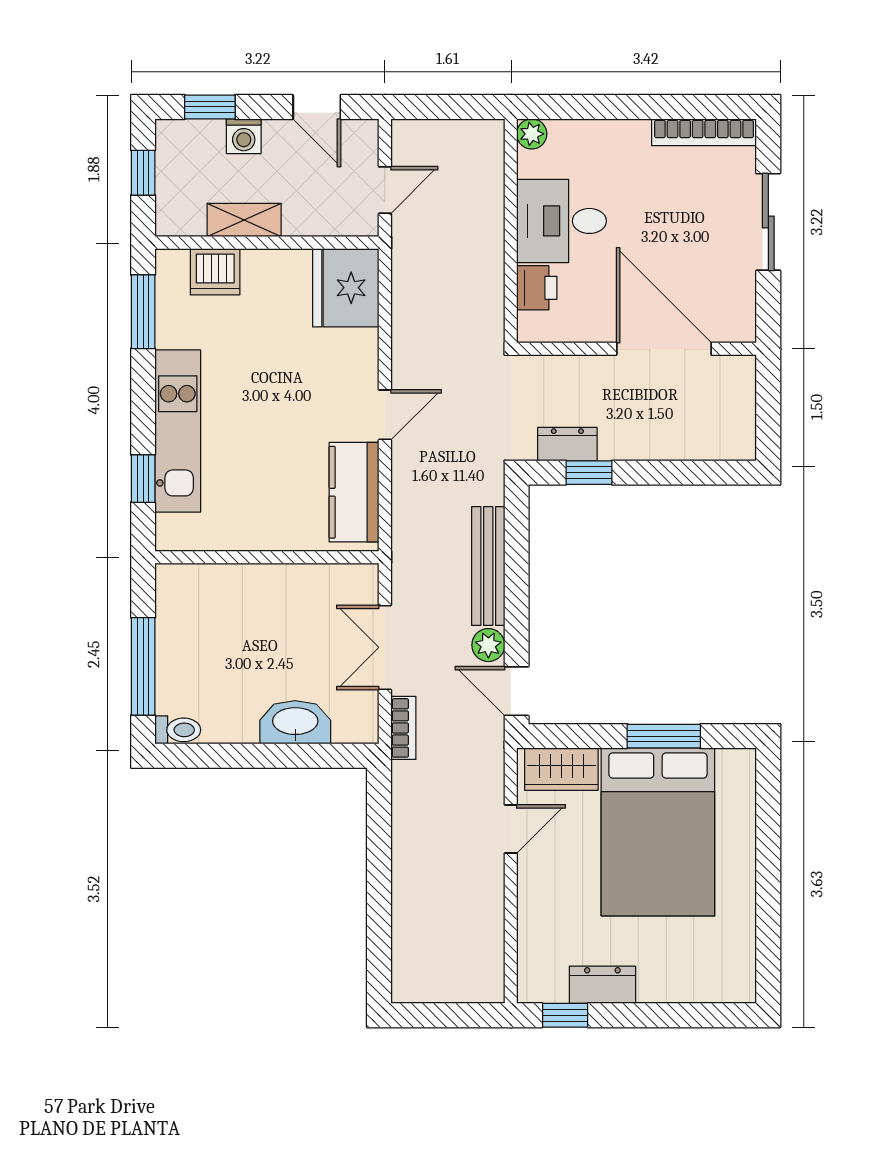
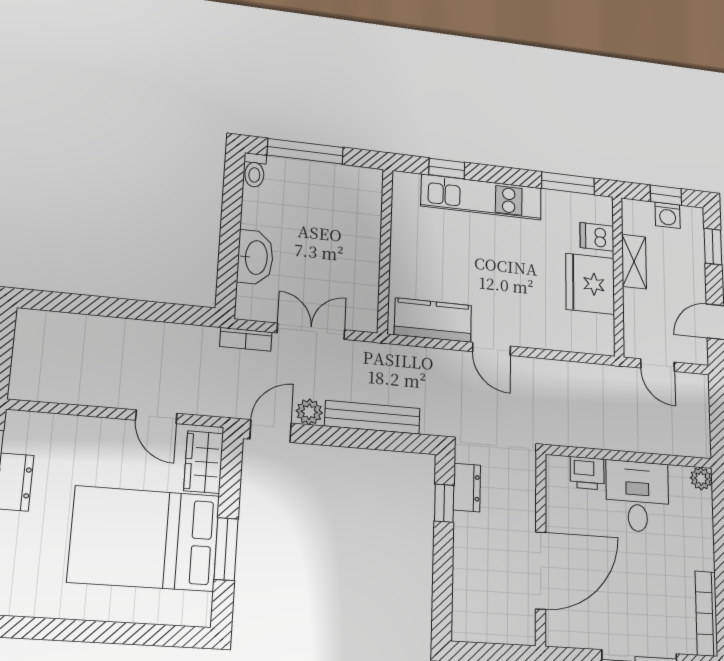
washing machine: (244, 136) -> (668, 215), moved, turned -90
dishwasher: (215, 272) -> (597, 237), width x0.73
fridge: (346, 288) -> (590, 284), moved, turned -90

